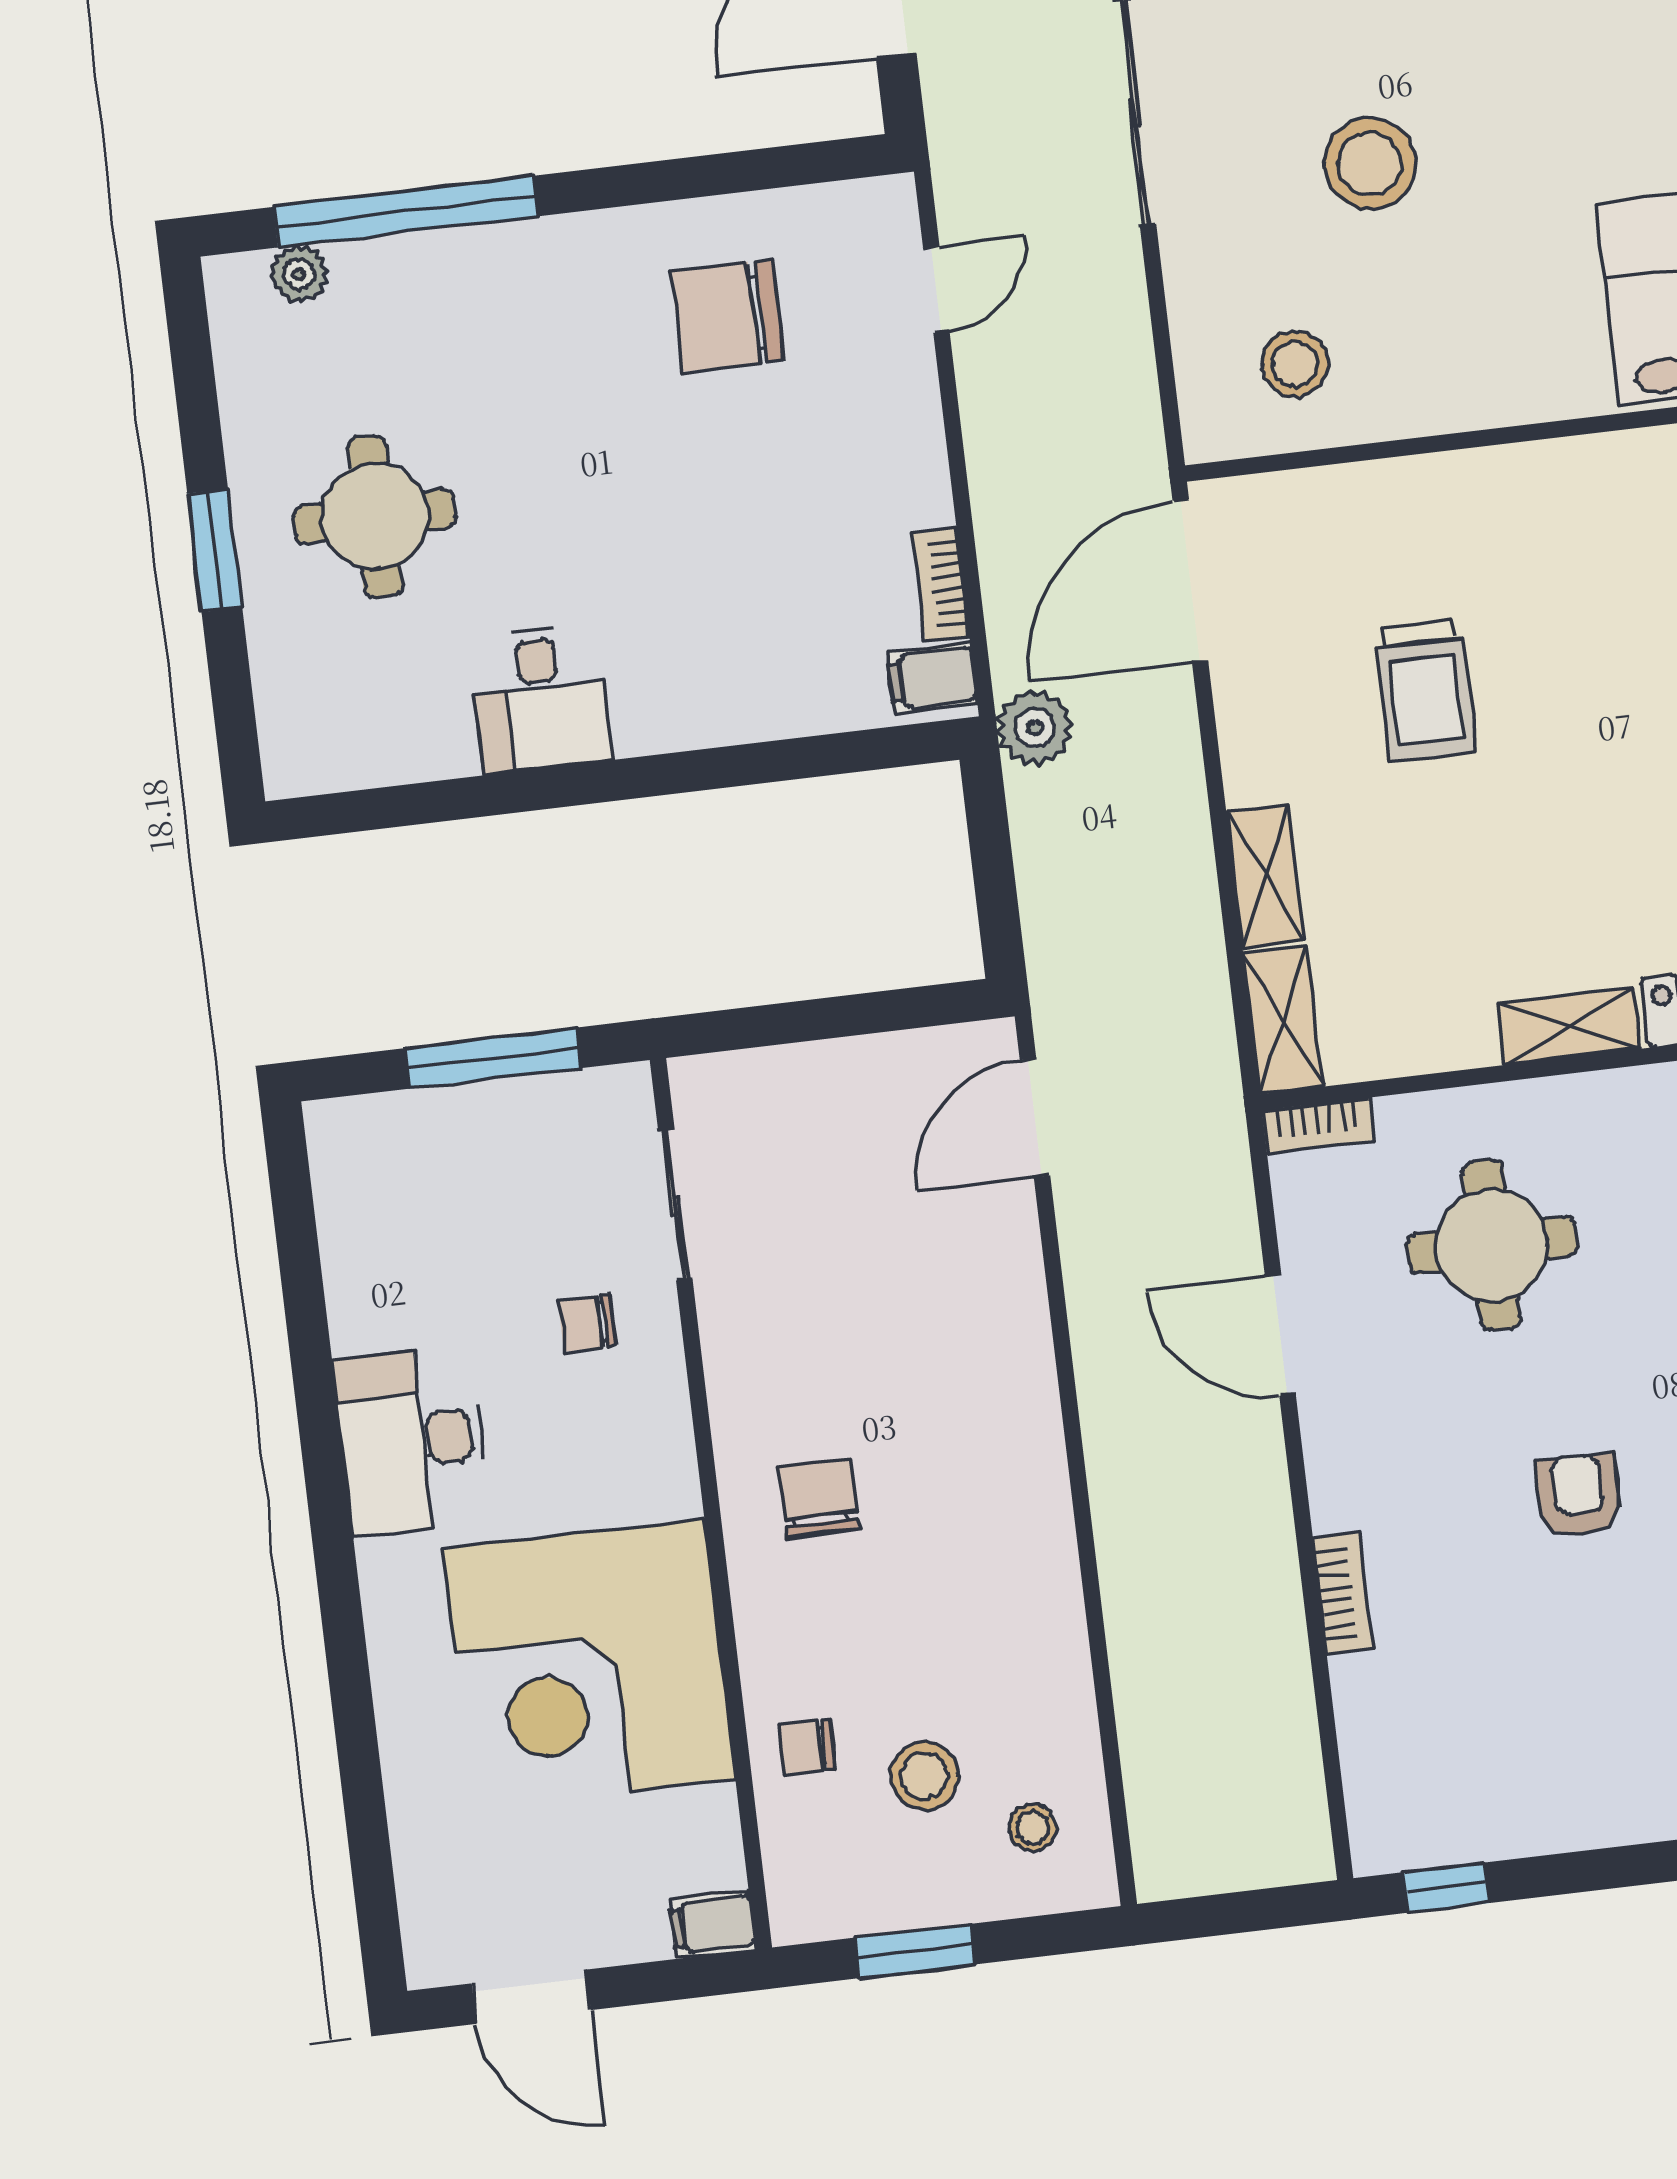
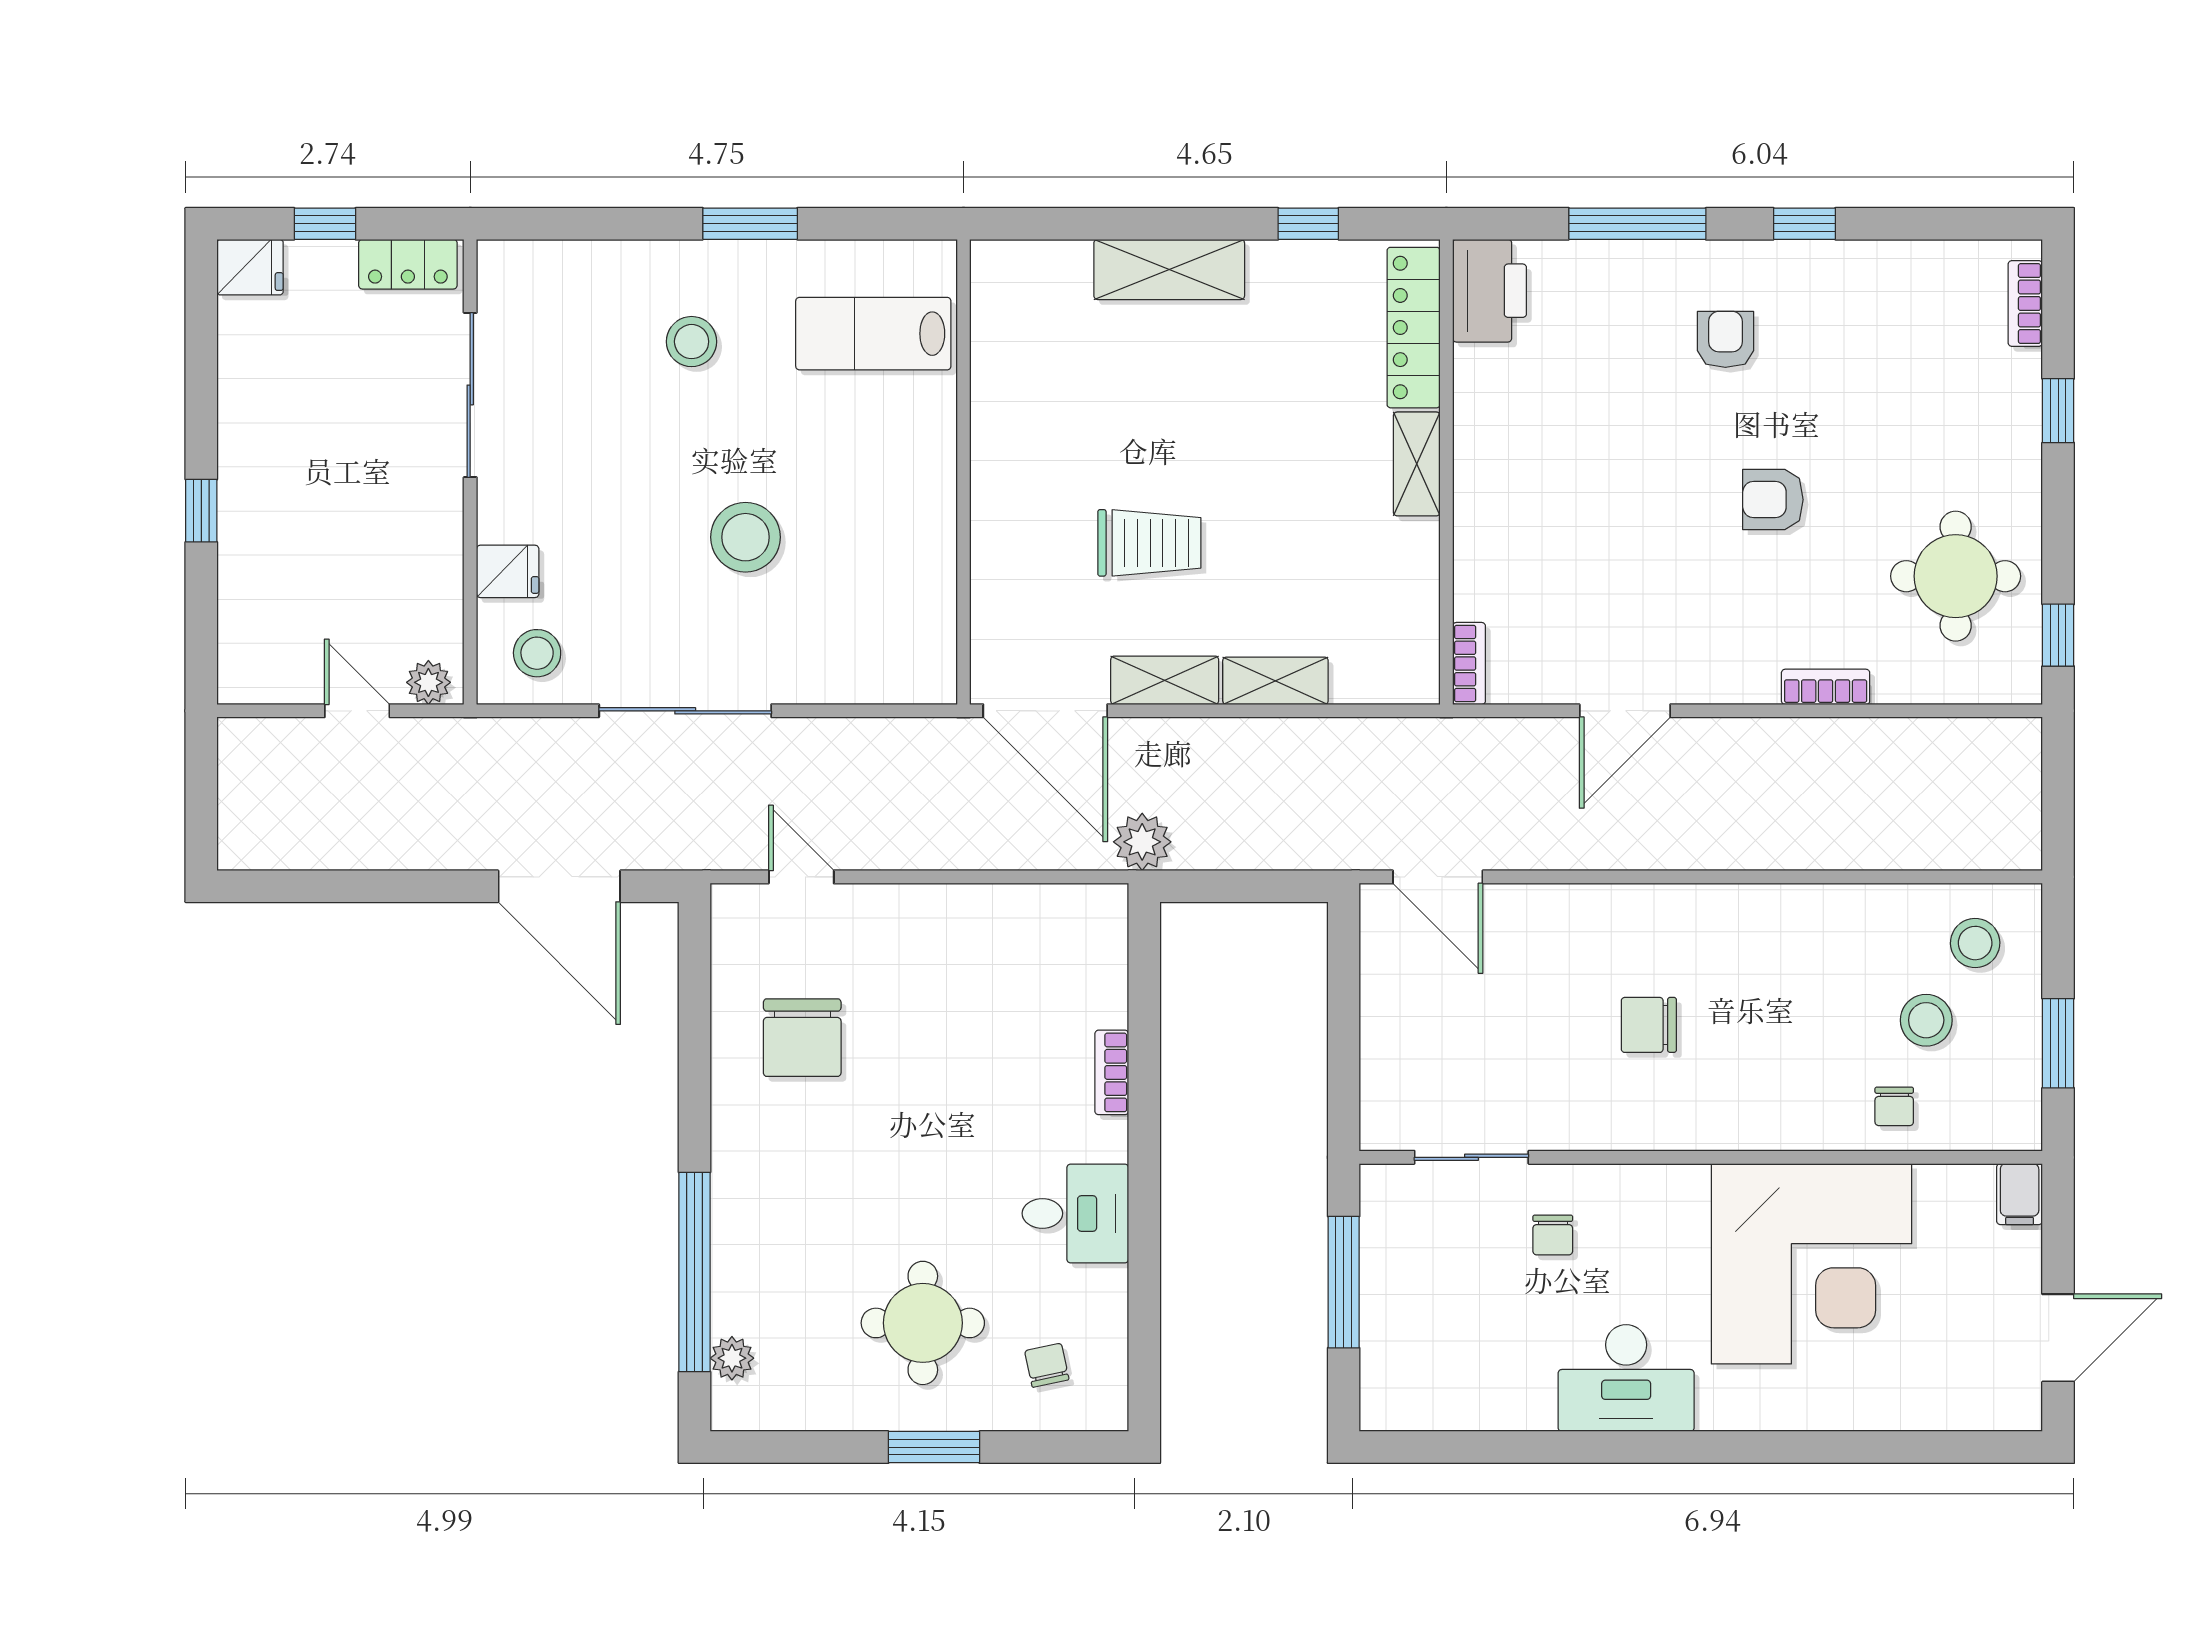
stool: (1295, 364) -> (692, 342), moved
bookcase: (941, 584) -> (1112, 1072), moved, turned 90
filing cabinet: (932, 678) -> (1095, 915), removed
chair: (339, 685) -> (1047, 1365), added
shelving: (1283, 1020) -> (1165, 680), moved
round table: (1492, 1245) -> (1956, 576), moved
chair: (818, 1498) -> (1649, 1025), moved
stool: (1032, 1828) -> (1975, 943), width x1.37, depth x1.37

